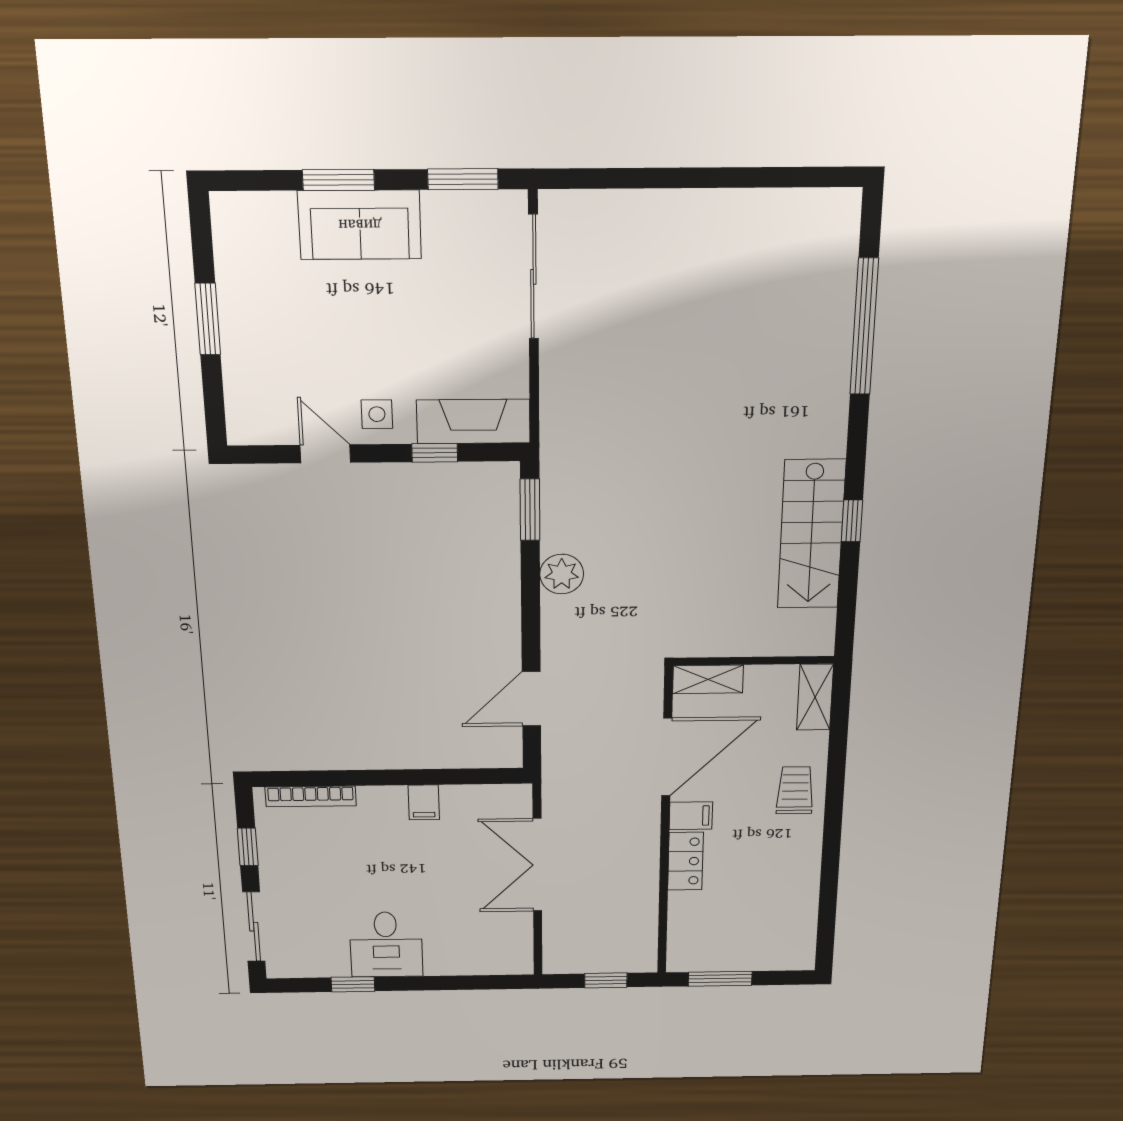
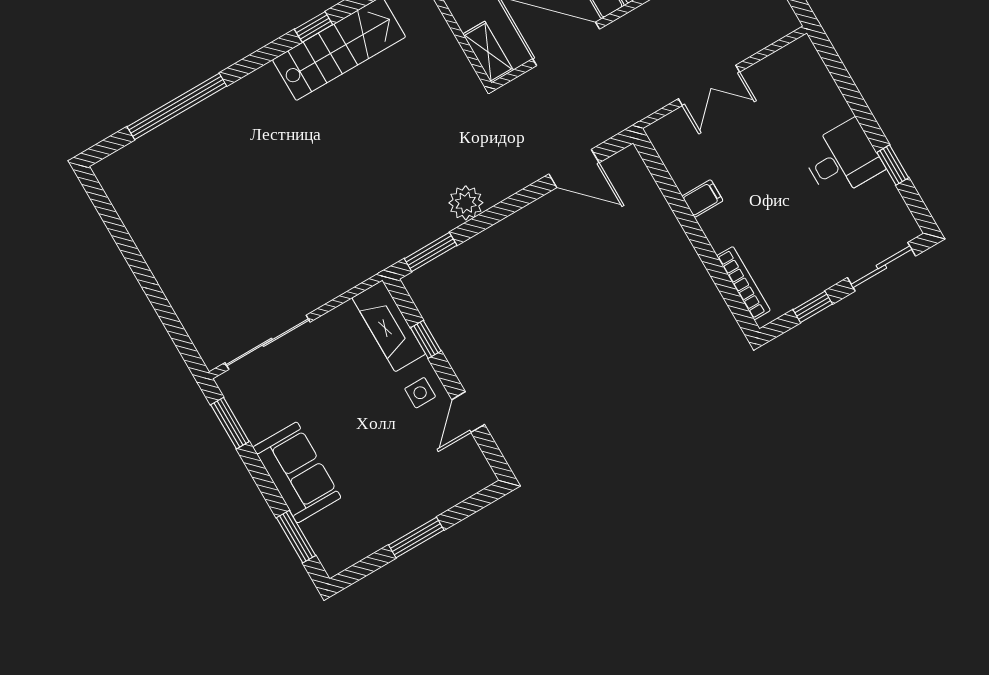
window: (338, 180) -> (296, 537), moved
double door: (537, 865) -> (709, 85), width x0.73

